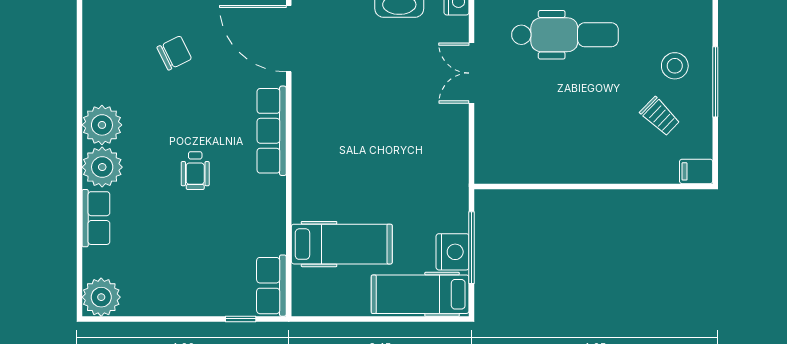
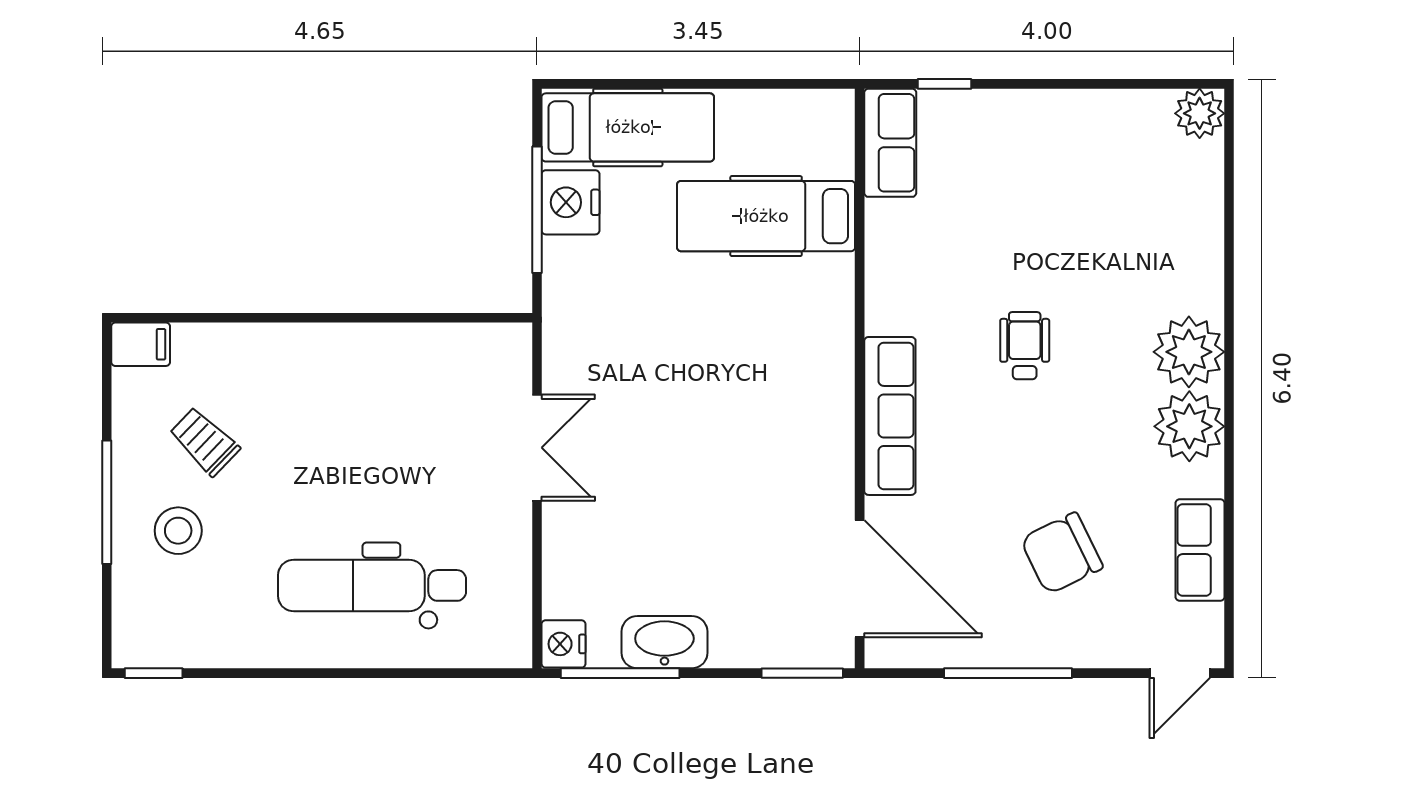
chair: (174, 53) -> (1062, 553), width x1.37, depth x1.37
double door: (472, 73) -> (537, 448), moved
row of seats: (96, 218) -> (1200, 550), moved
plant: (101, 297) -> (1200, 113), width x0.73, depth x0.73

